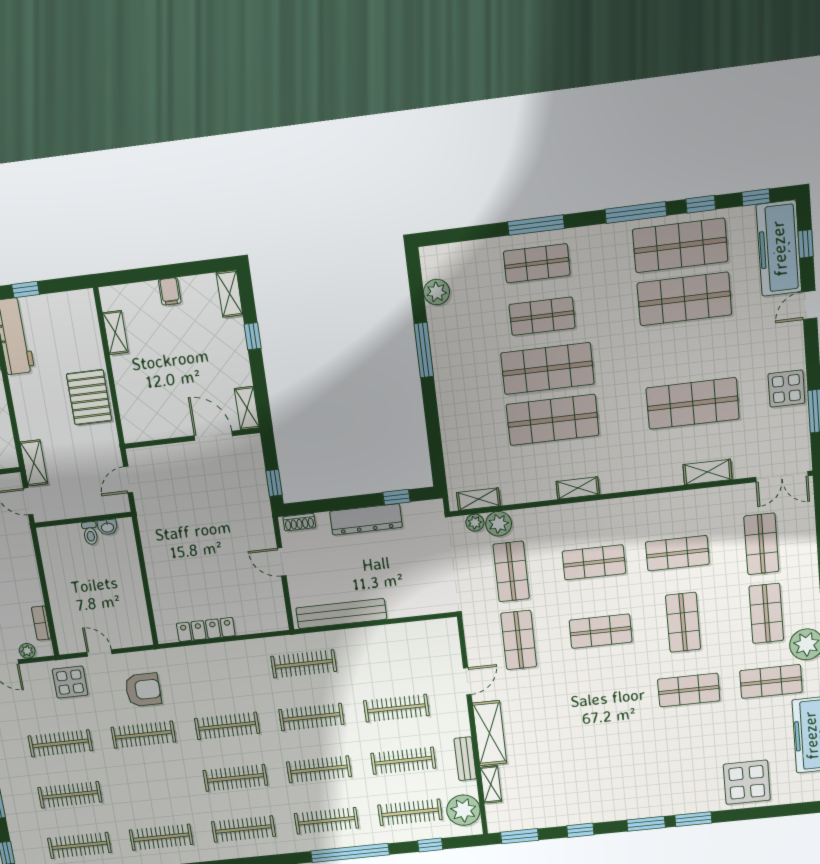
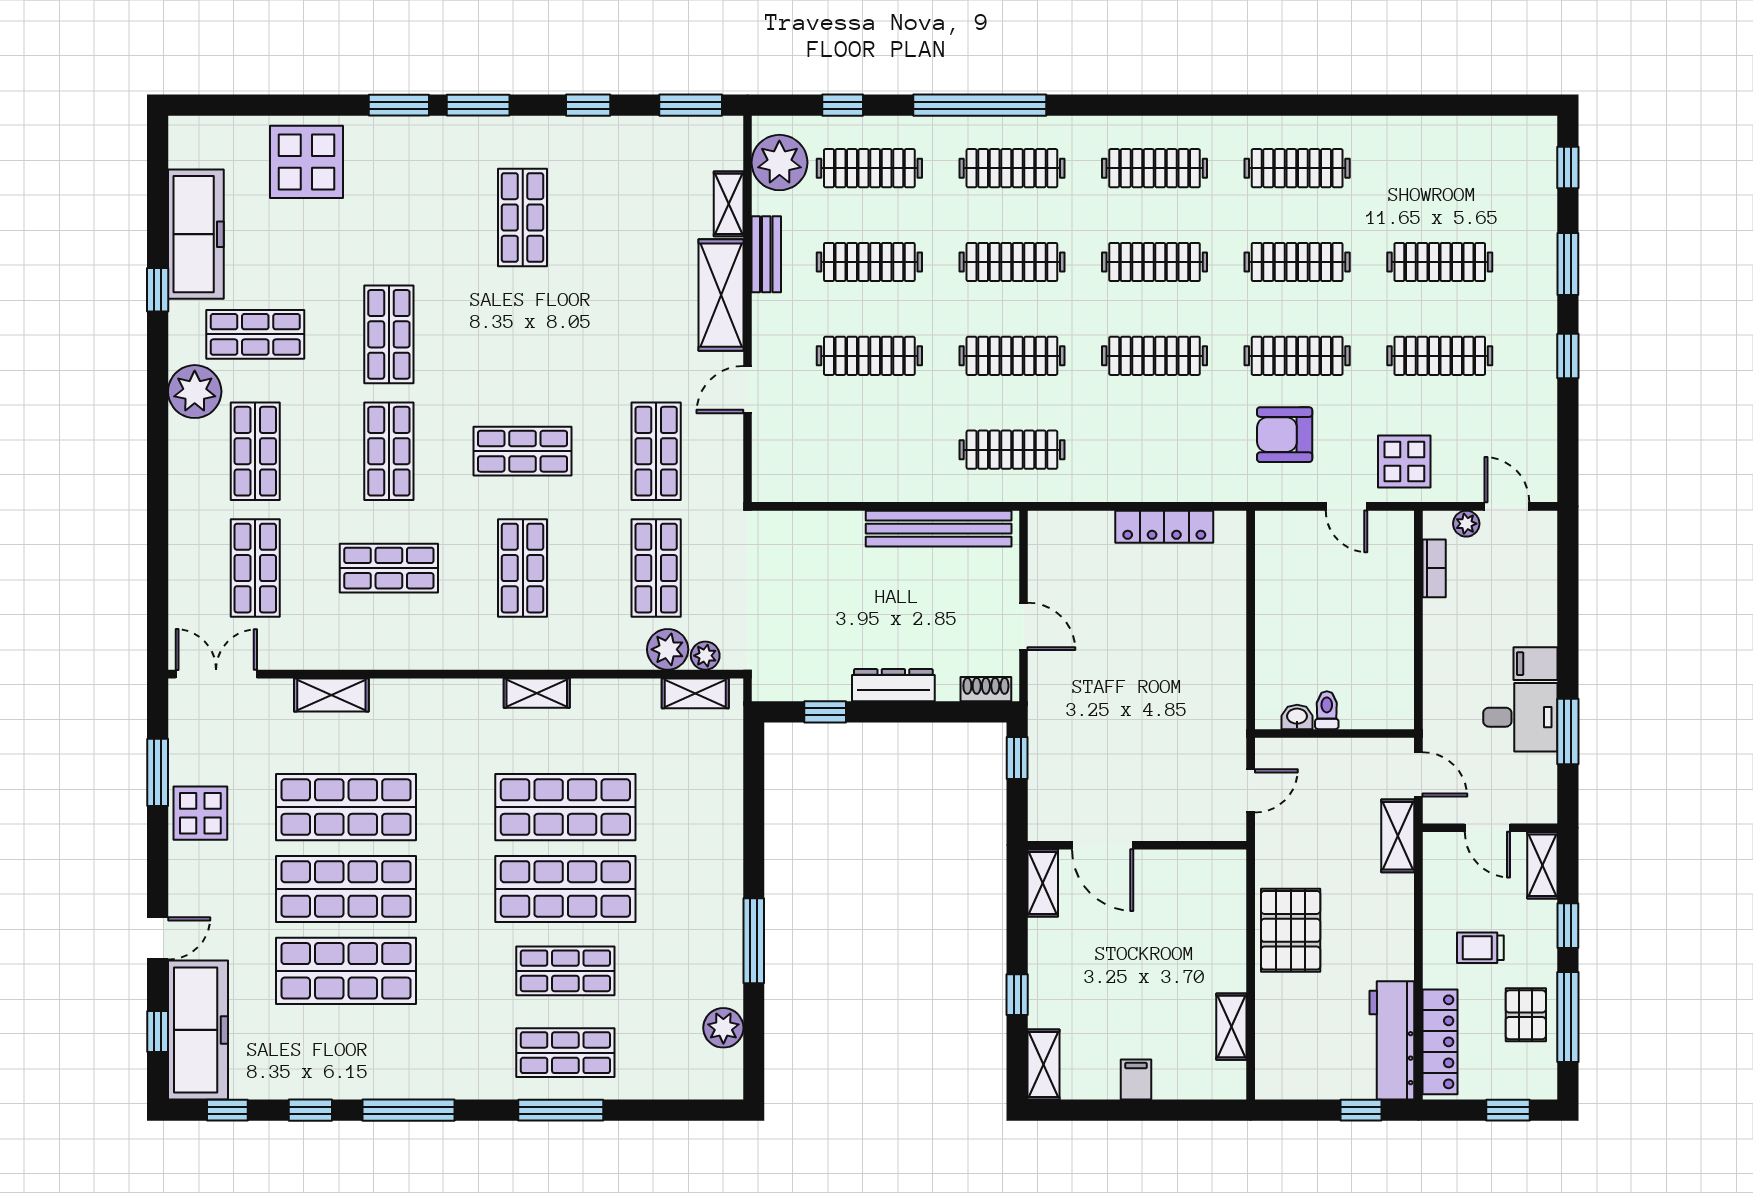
shop shelf: (680, 245) -> (346, 889), moved
dresser: (366, 519) -> (893, 685), width x0.73, depth x0.80
shop shelf: (594, 562) -> (523, 568), turned 90
shop shelf: (689, 690) -> (389, 334), turned 90
shop shelf: (613, 764) -> (523, 218), added
clothes rail: (79, 845) -> (1297, 262), moved

